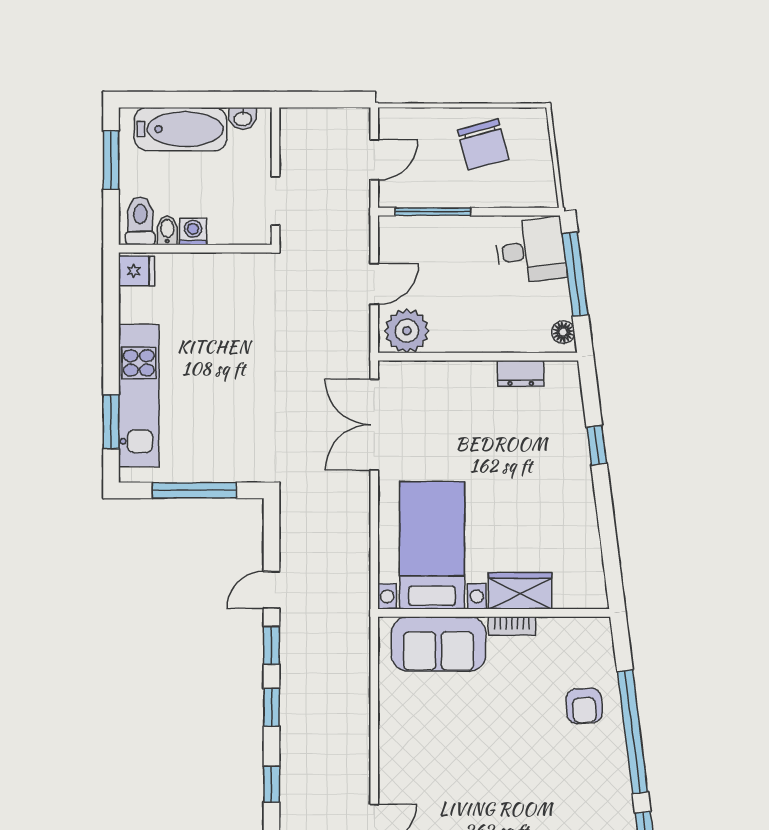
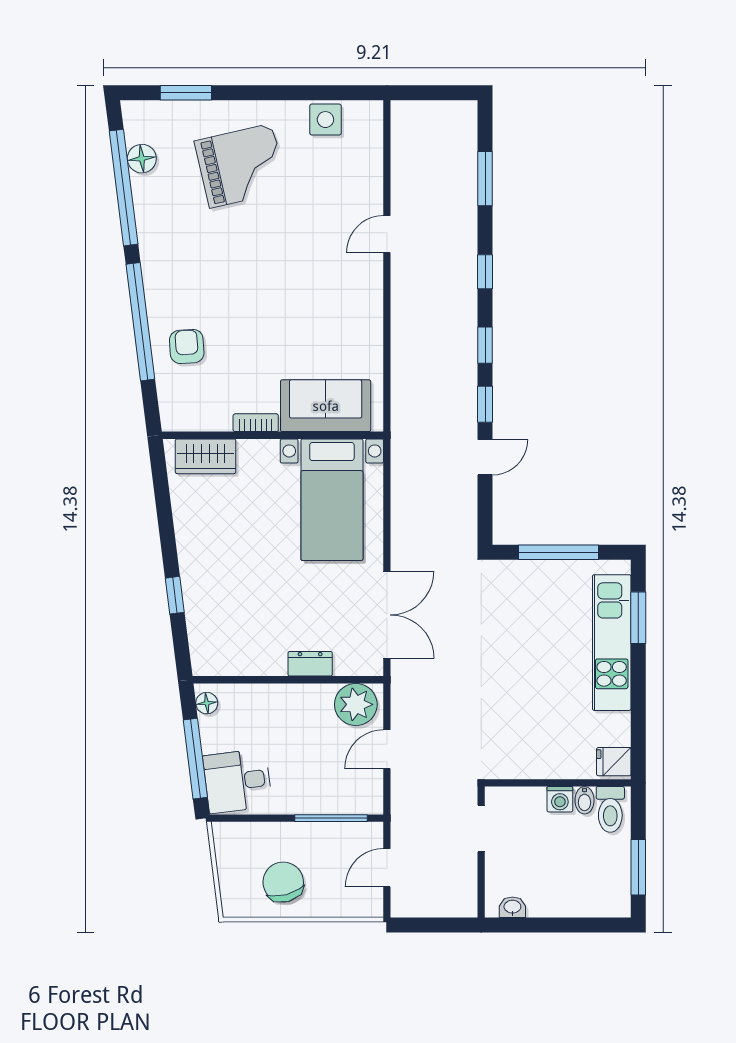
bathtub: (181, 129) -> (572, 897), removed
dresser: (521, 373) -> (310, 664), moved
wardrobe: (520, 591) -> (206, 456), moved

